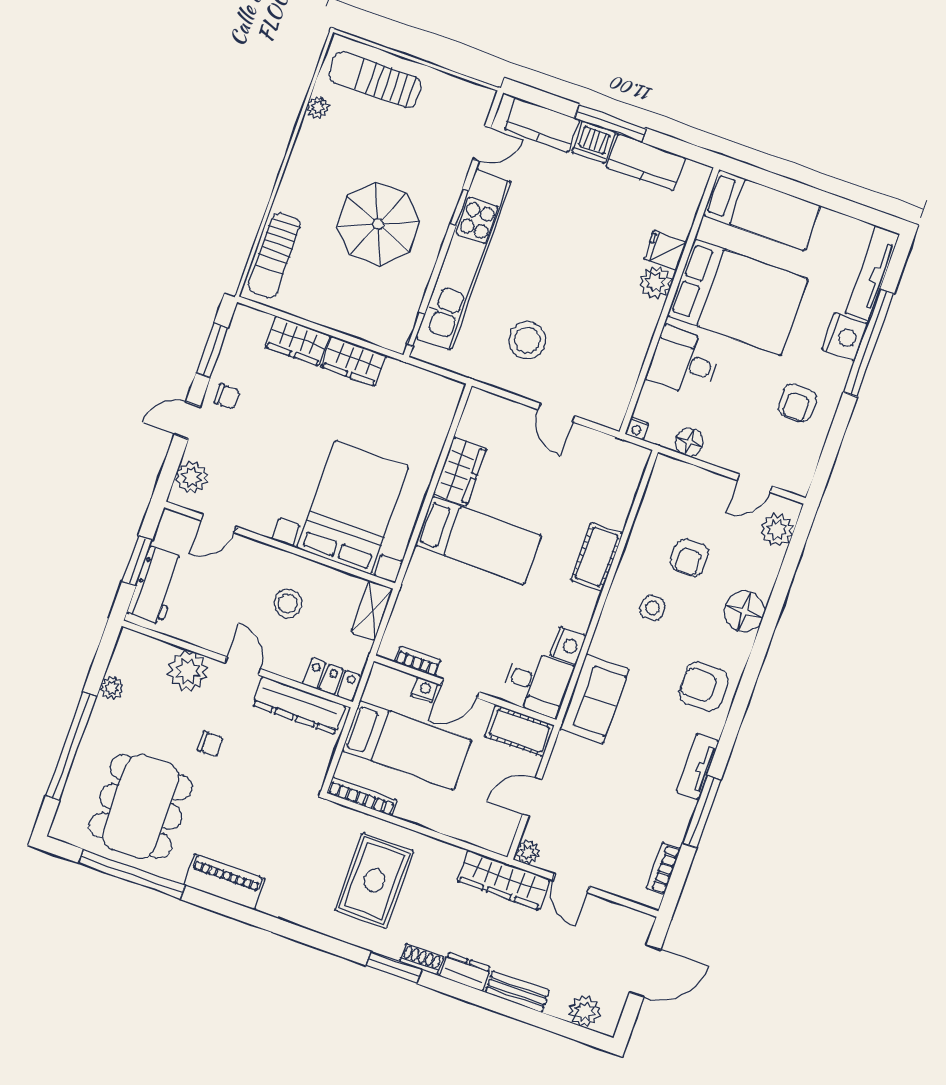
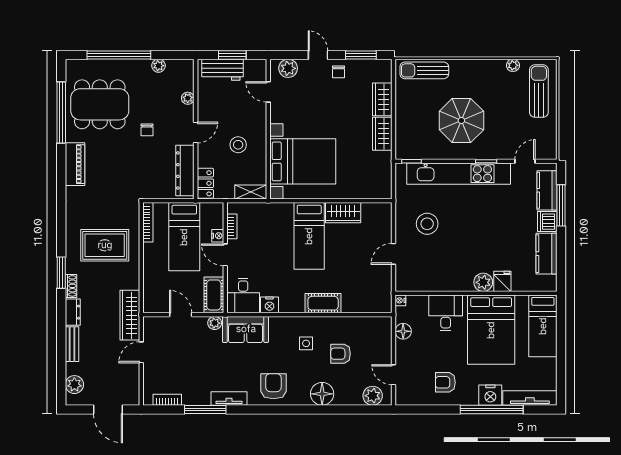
window: (611, 123) -> (561, 205), moved
door: (482, 143) -> (525, 161), swing flipped
plant: (188, 671) -> (188, 98), width x0.53, depth x0.53
plant: (528, 852) -> (215, 323), moved

